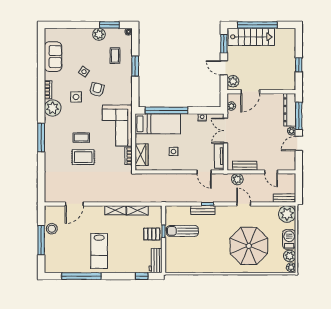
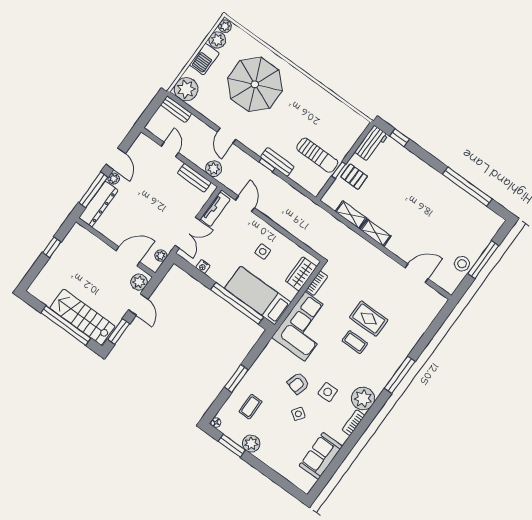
door: (299, 143) -> (116, 159), hinge flipped
lab bench: (99, 251) -> (427, 200), removed

